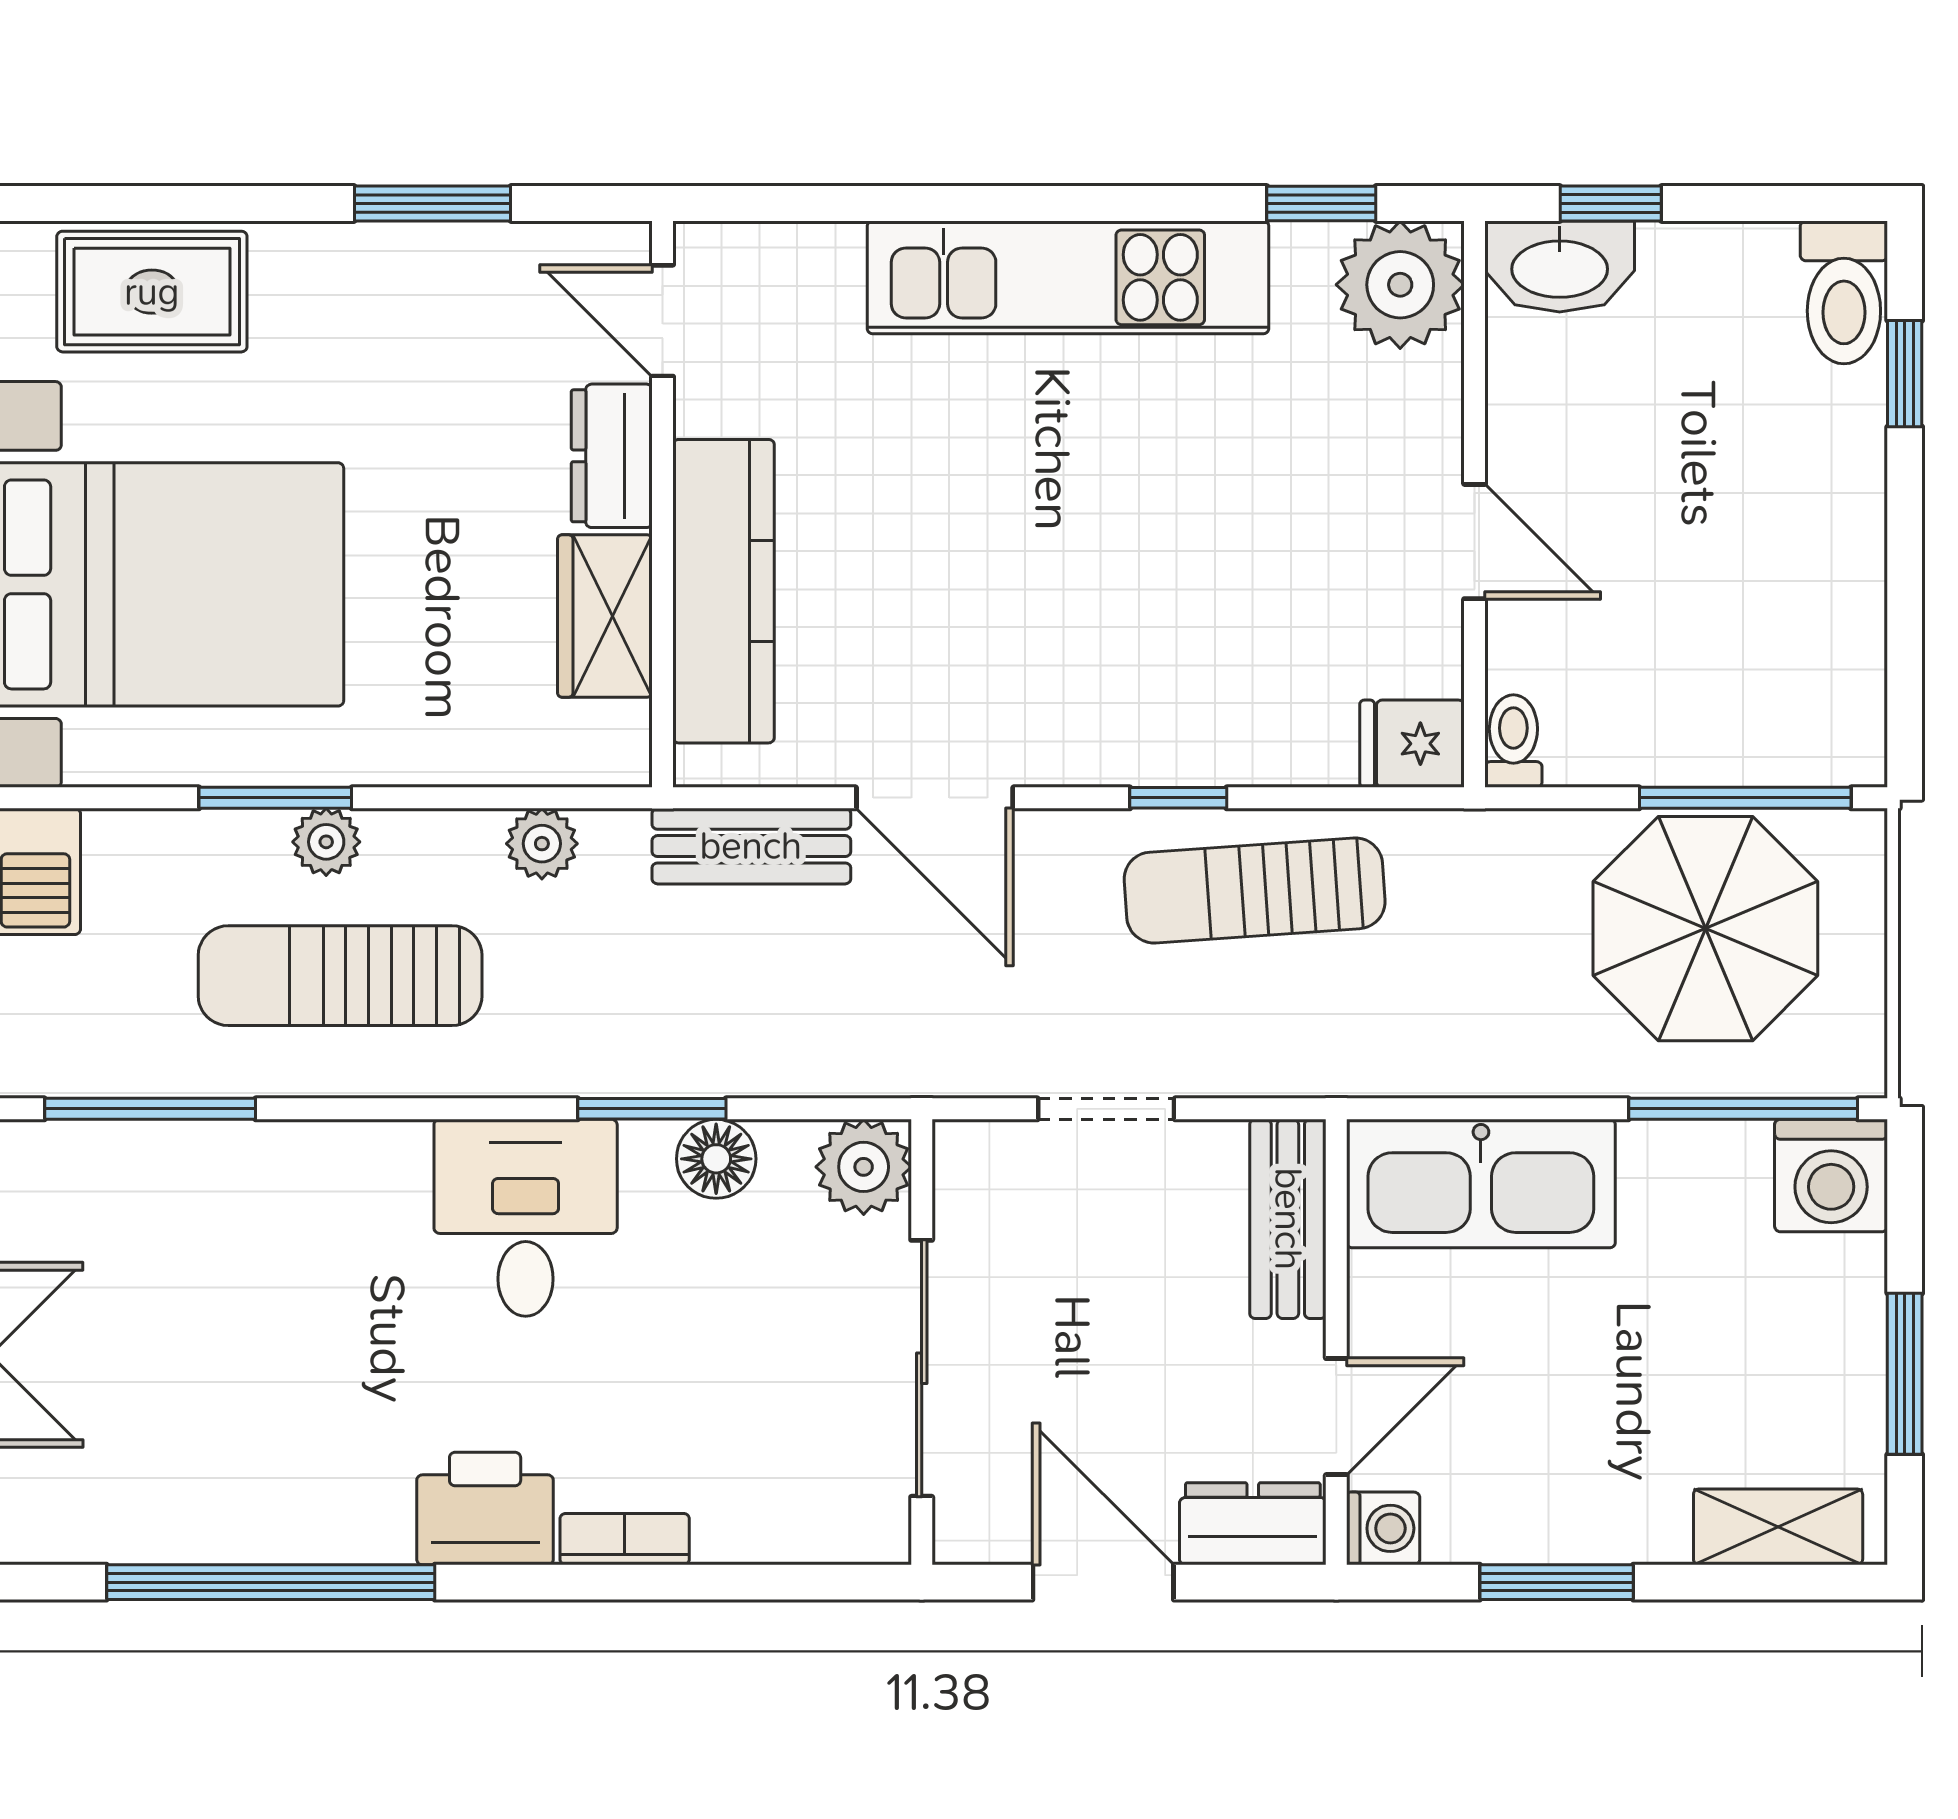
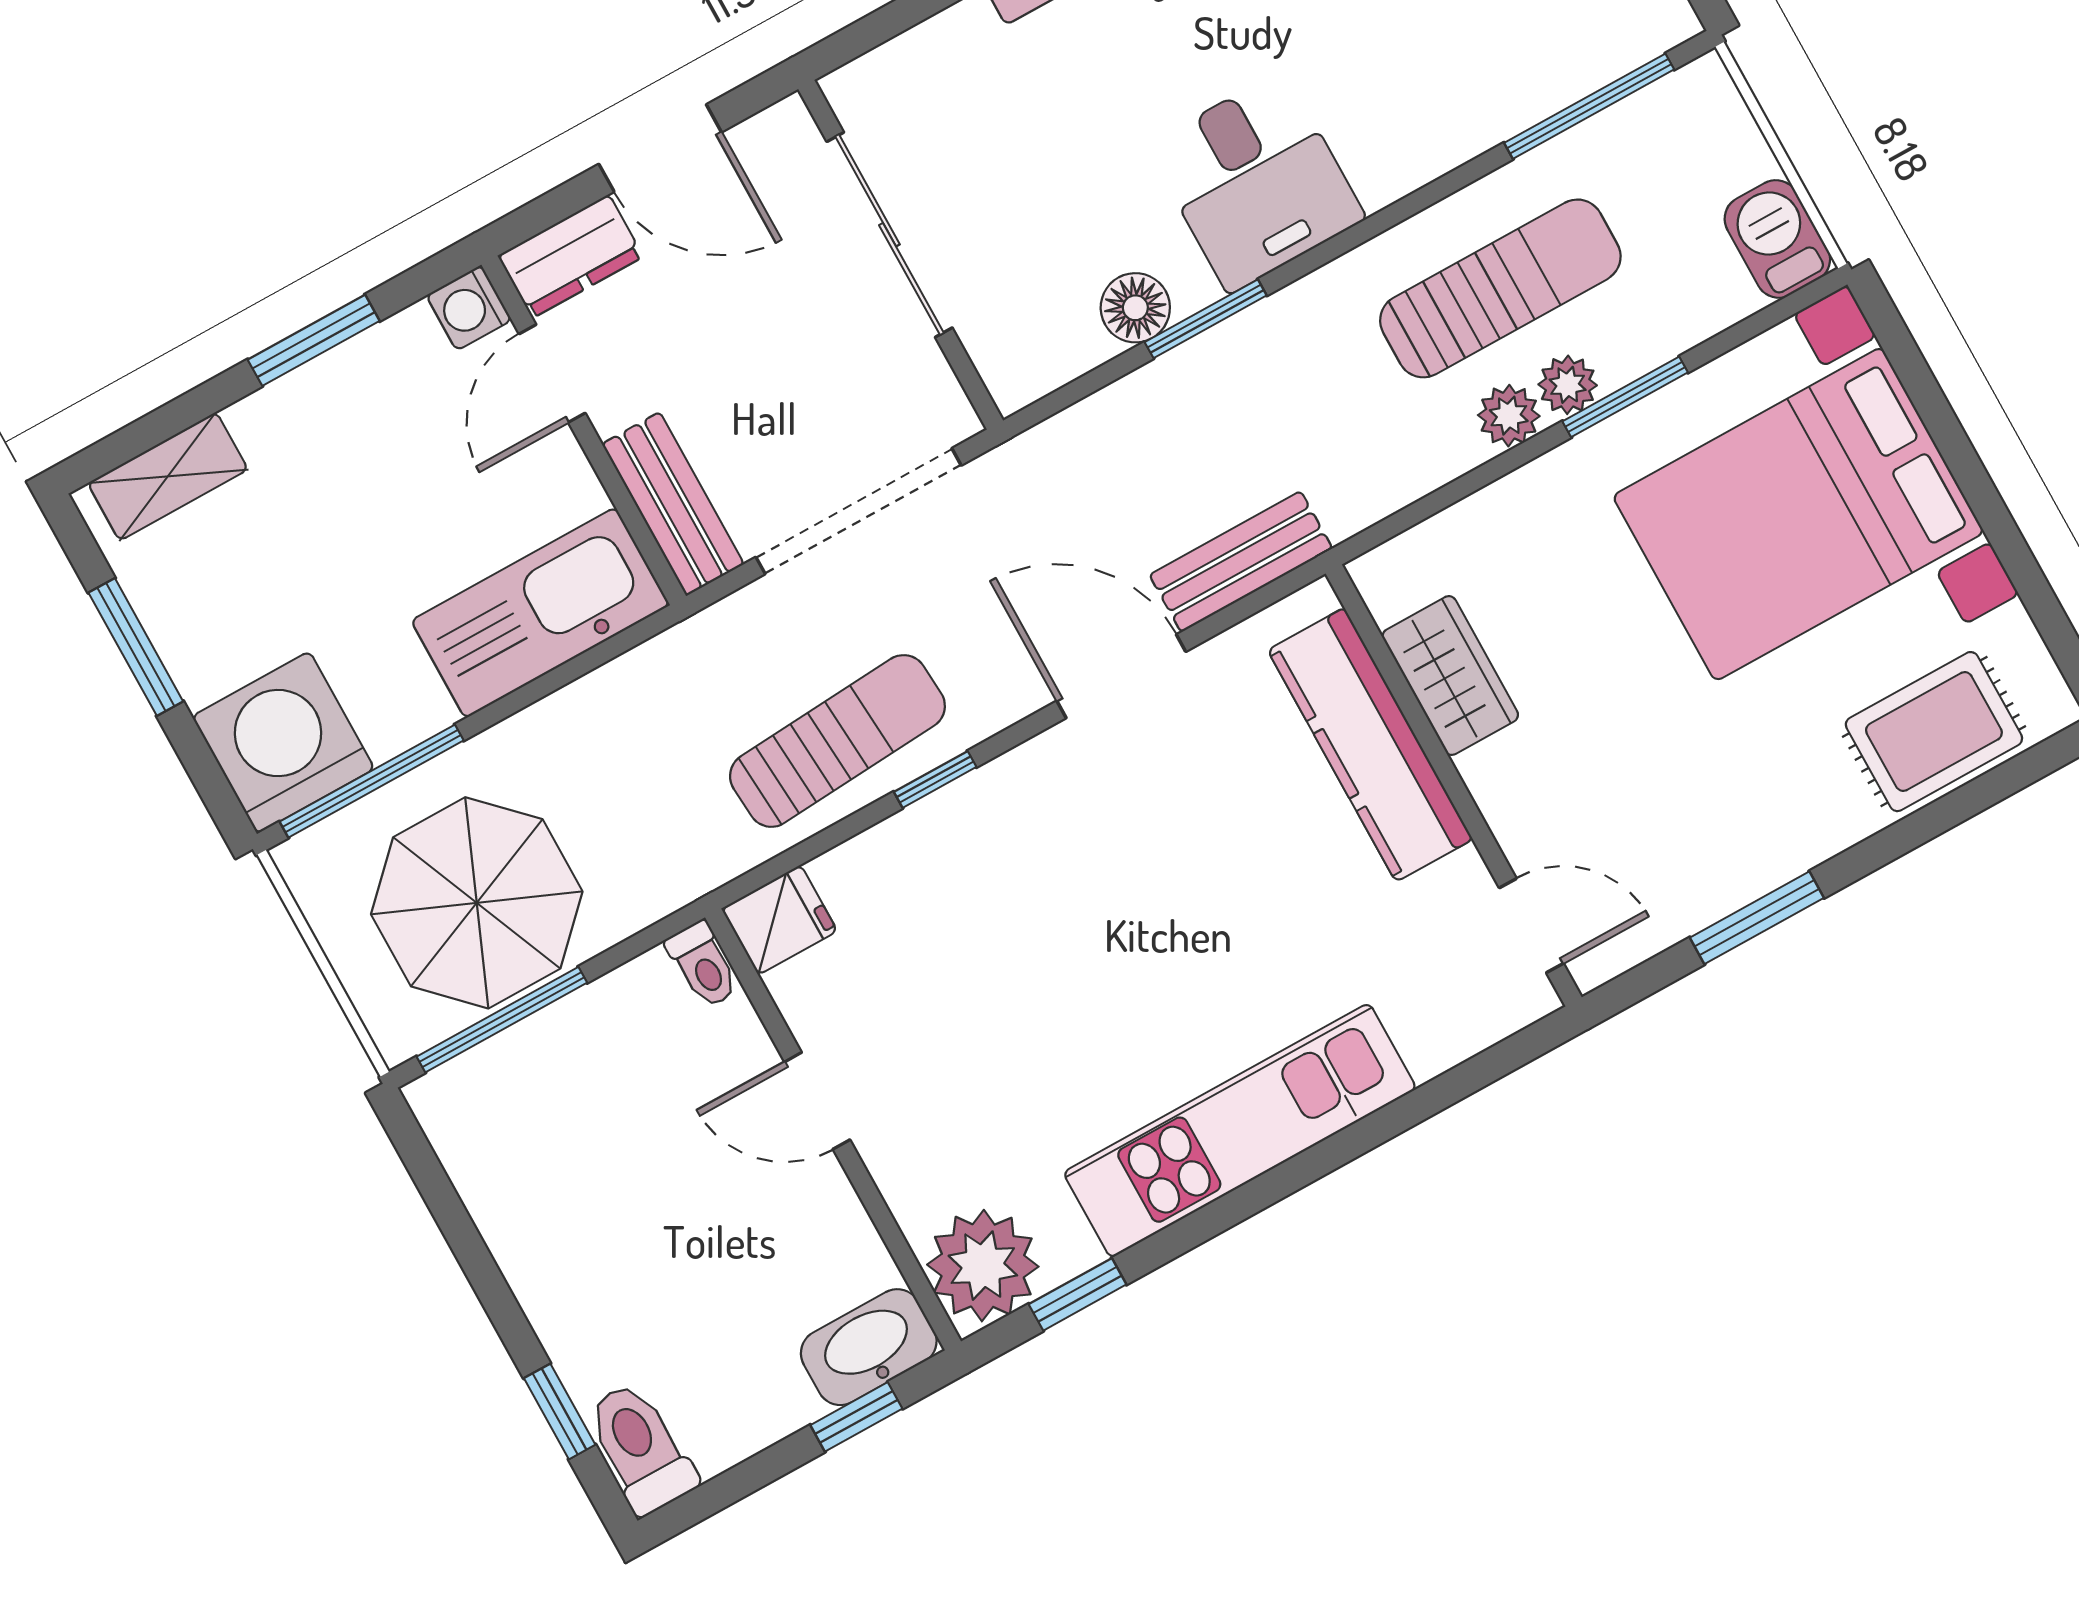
dresser: (612, 456) -> (1513, 801), removed
plant: (542, 844) -> (1509, 416), moved
doorway: (1106, 1109) -> (858, 511), width x1.88
plant: (864, 1167) -> (1019, 364), removed
washing machine: (1831, 1175) -> (283, 742), width x1.37, depth x1.37

